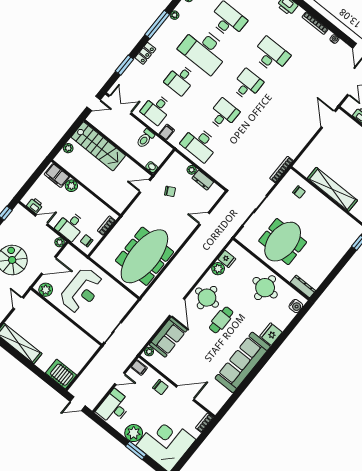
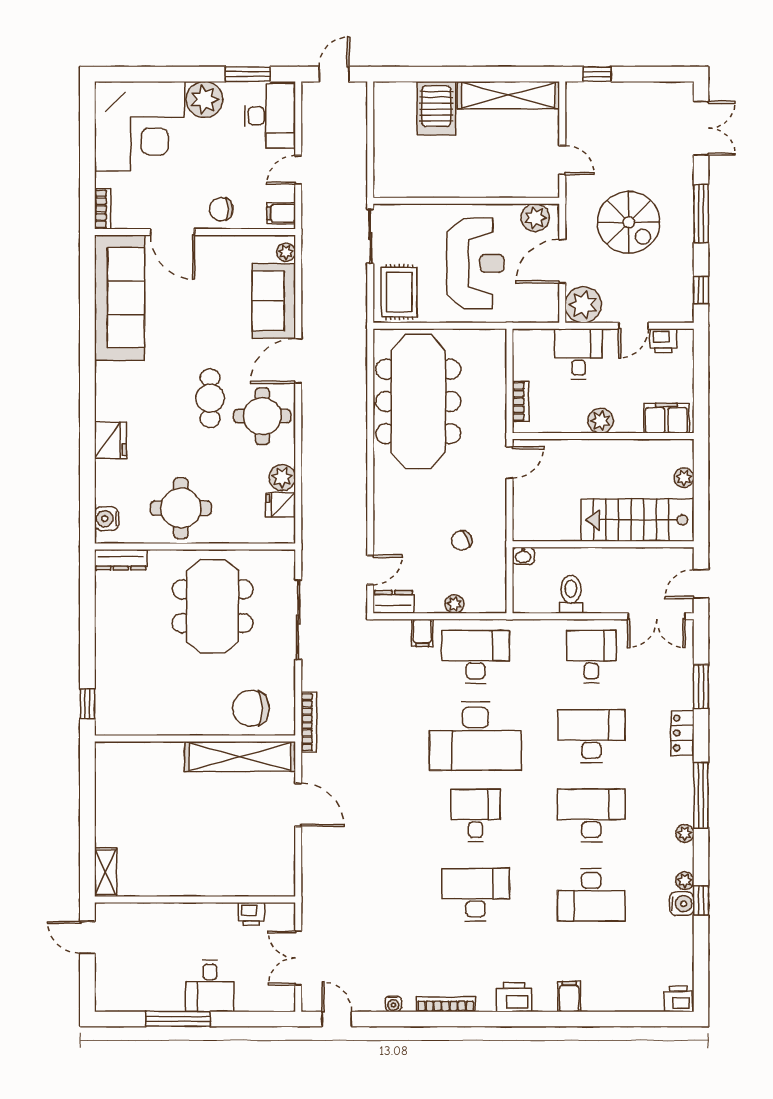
desk: (204, 50) -> (591, 815), width x0.73, depth x0.77
desk: (271, 55) -> (476, 895), turned 180
desk: (180, 79) -> (591, 736), width x1.37
desk: (247, 85) -> (476, 815), turned 180
desk: (223, 114) -> (476, 736), width x1.87, depth x1.30
door: (328, 119) -> (298, 805), moved
filing cabinet: (167, 132) -> (422, 633), moved
dresser: (203, 180) -> (393, 602), moved
plant: (71, 186) -> (601, 421), moved
door: (145, 186) -> (509, 462), moved
shelving: (332, 189) -> (240, 757), moved
chair: (299, 192) -> (251, 708), width x1.87, depth x1.87
door: (204, 219) -> (370, 570), moved
chair: (87, 241) -> (533, 351), removed
plant: (60, 242) -> (583, 305), width x1.87, depth x1.87
reception desk: (82, 291) -> (475, 263), turned 180
rug: (119, 303) -> (399, 292), added
door: (177, 307) -> (298, 361), hinge flipped
sofa: (243, 362) -> (120, 298), moved
server rack: (61, 374) -> (436, 108), moved, turned 90
door: (185, 393) -> (173, 232), hinge flipped
window: (136, 450) -> (248, 74), moved

